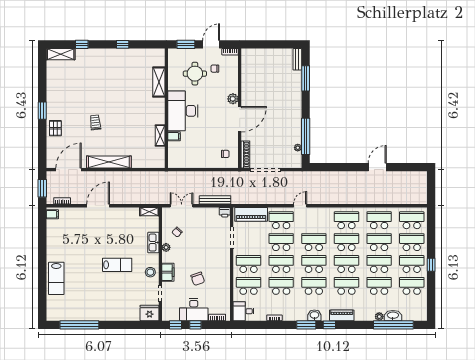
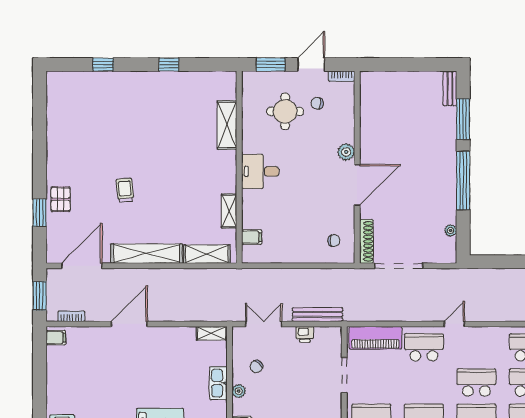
shelving: (61, 54) -> (207, 254), moved
window: (42, 111) -> (40, 213), moved
desk: (183, 111) -> (260, 171), width x0.53, depth x0.77
filing cabinet: (174, 136) -> (252, 237), moved
window: (306, 136) -> (463, 180), moved
printer: (225, 212) -> (305, 334), moved
school desk: (281, 242) -> (424, 383), removed

